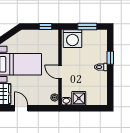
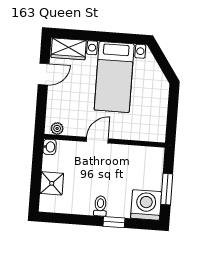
window: (45, 26) -> (172, 122), removed
washing machine: (72, 39) -> (146, 205), moved, turned 90
shower: (79, 98) -> (52, 183), moved

